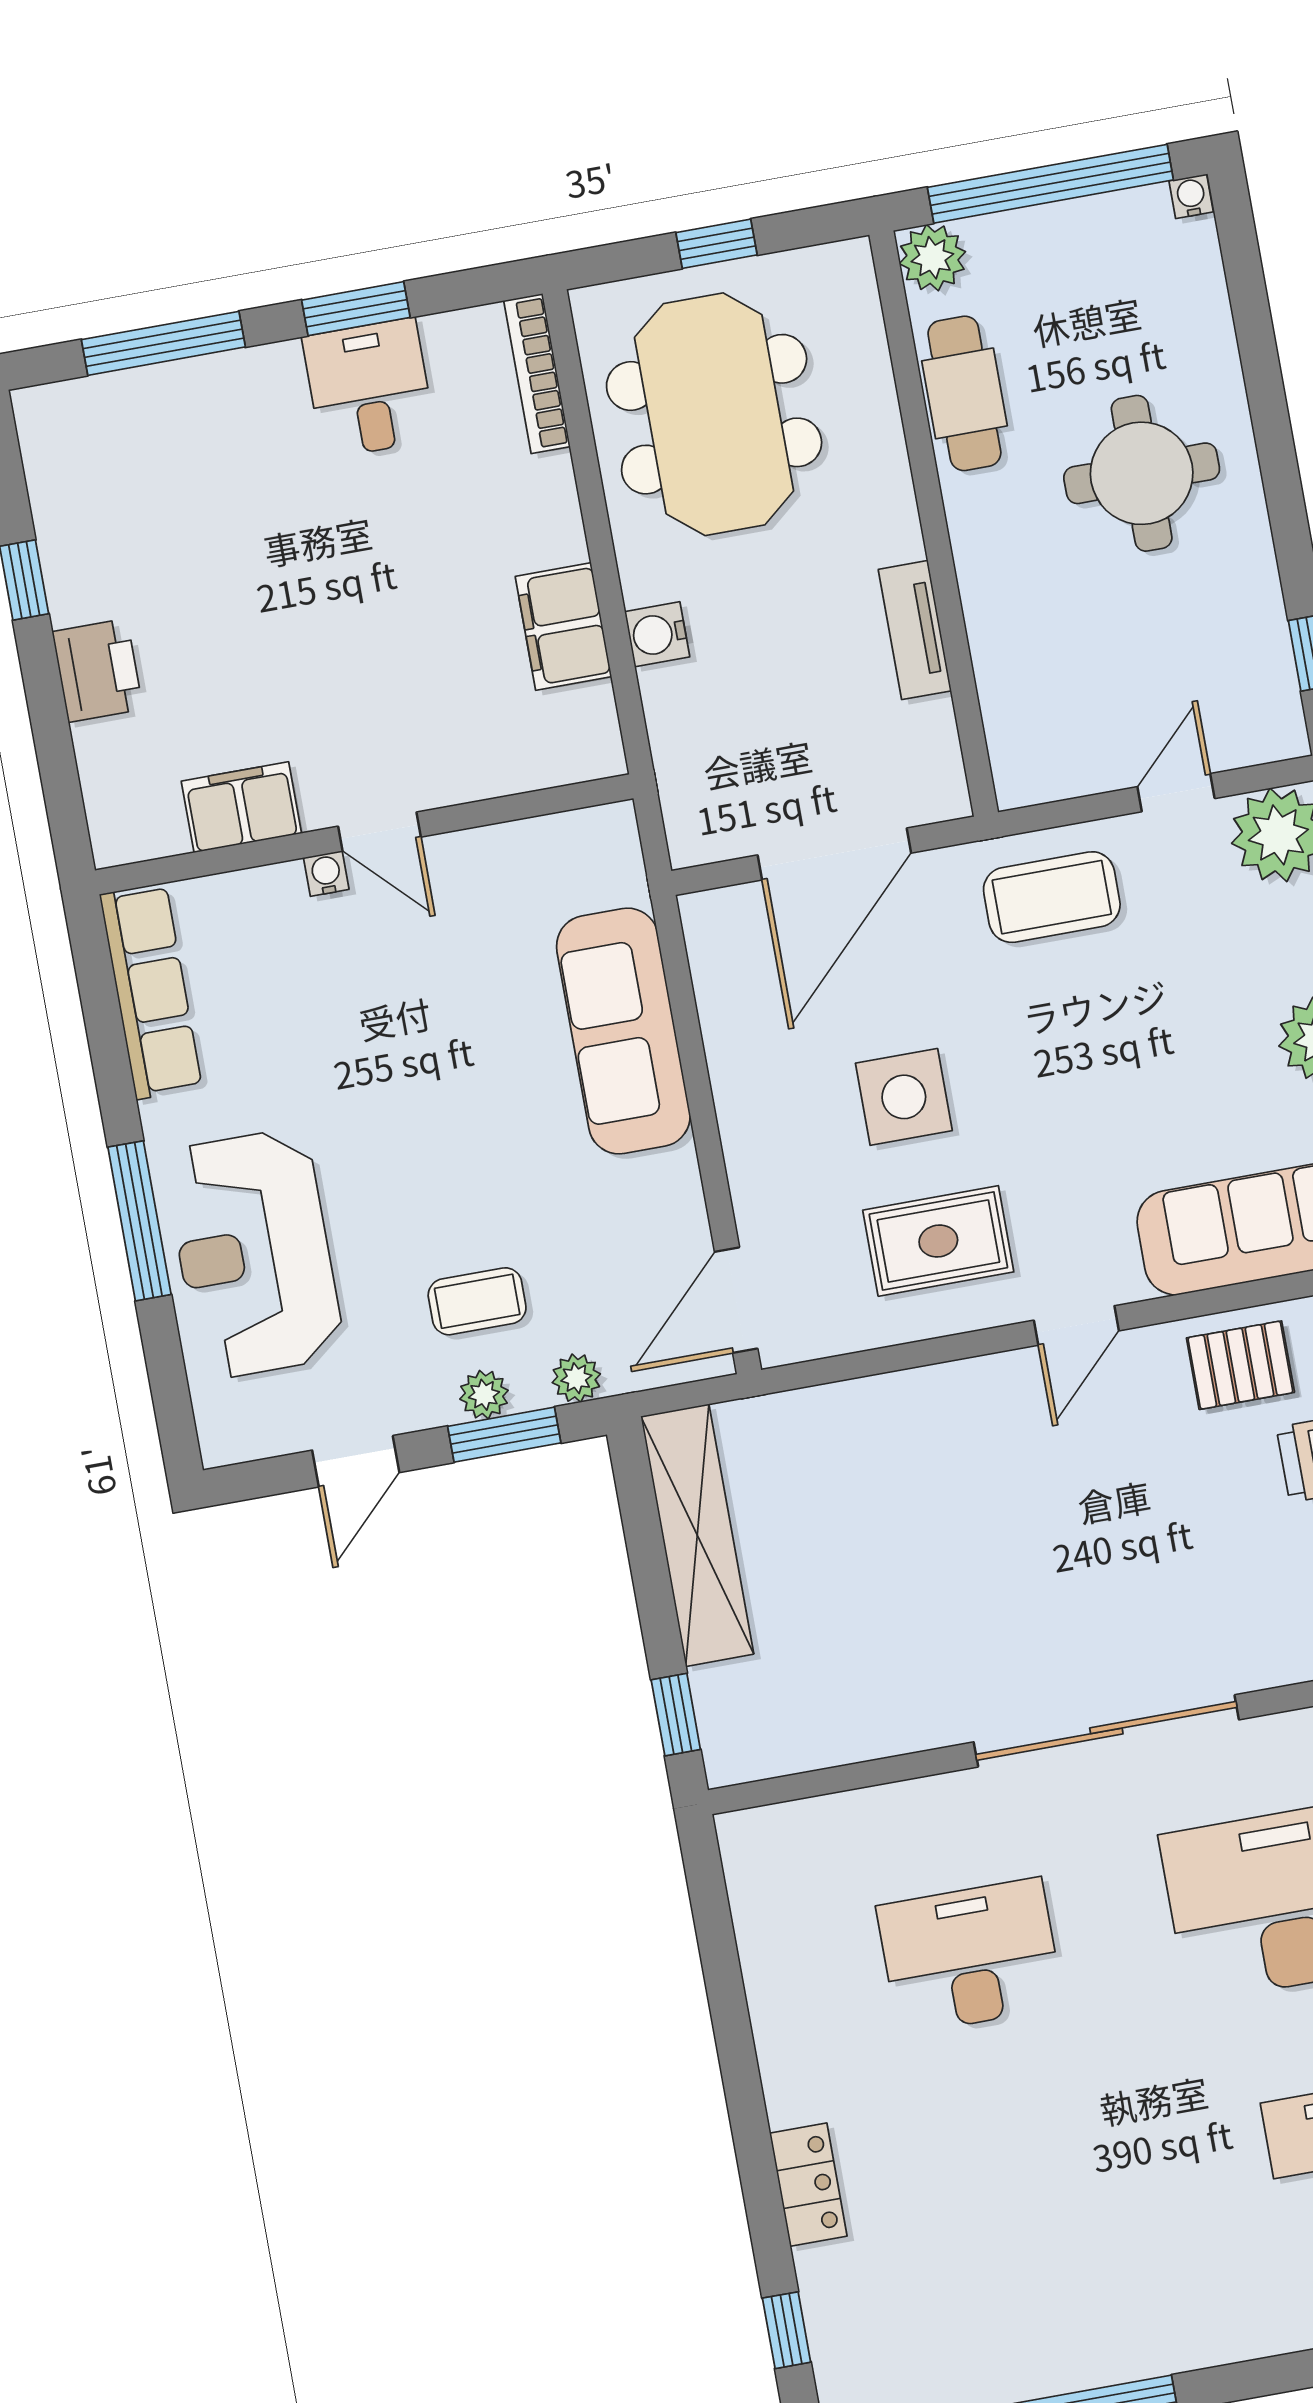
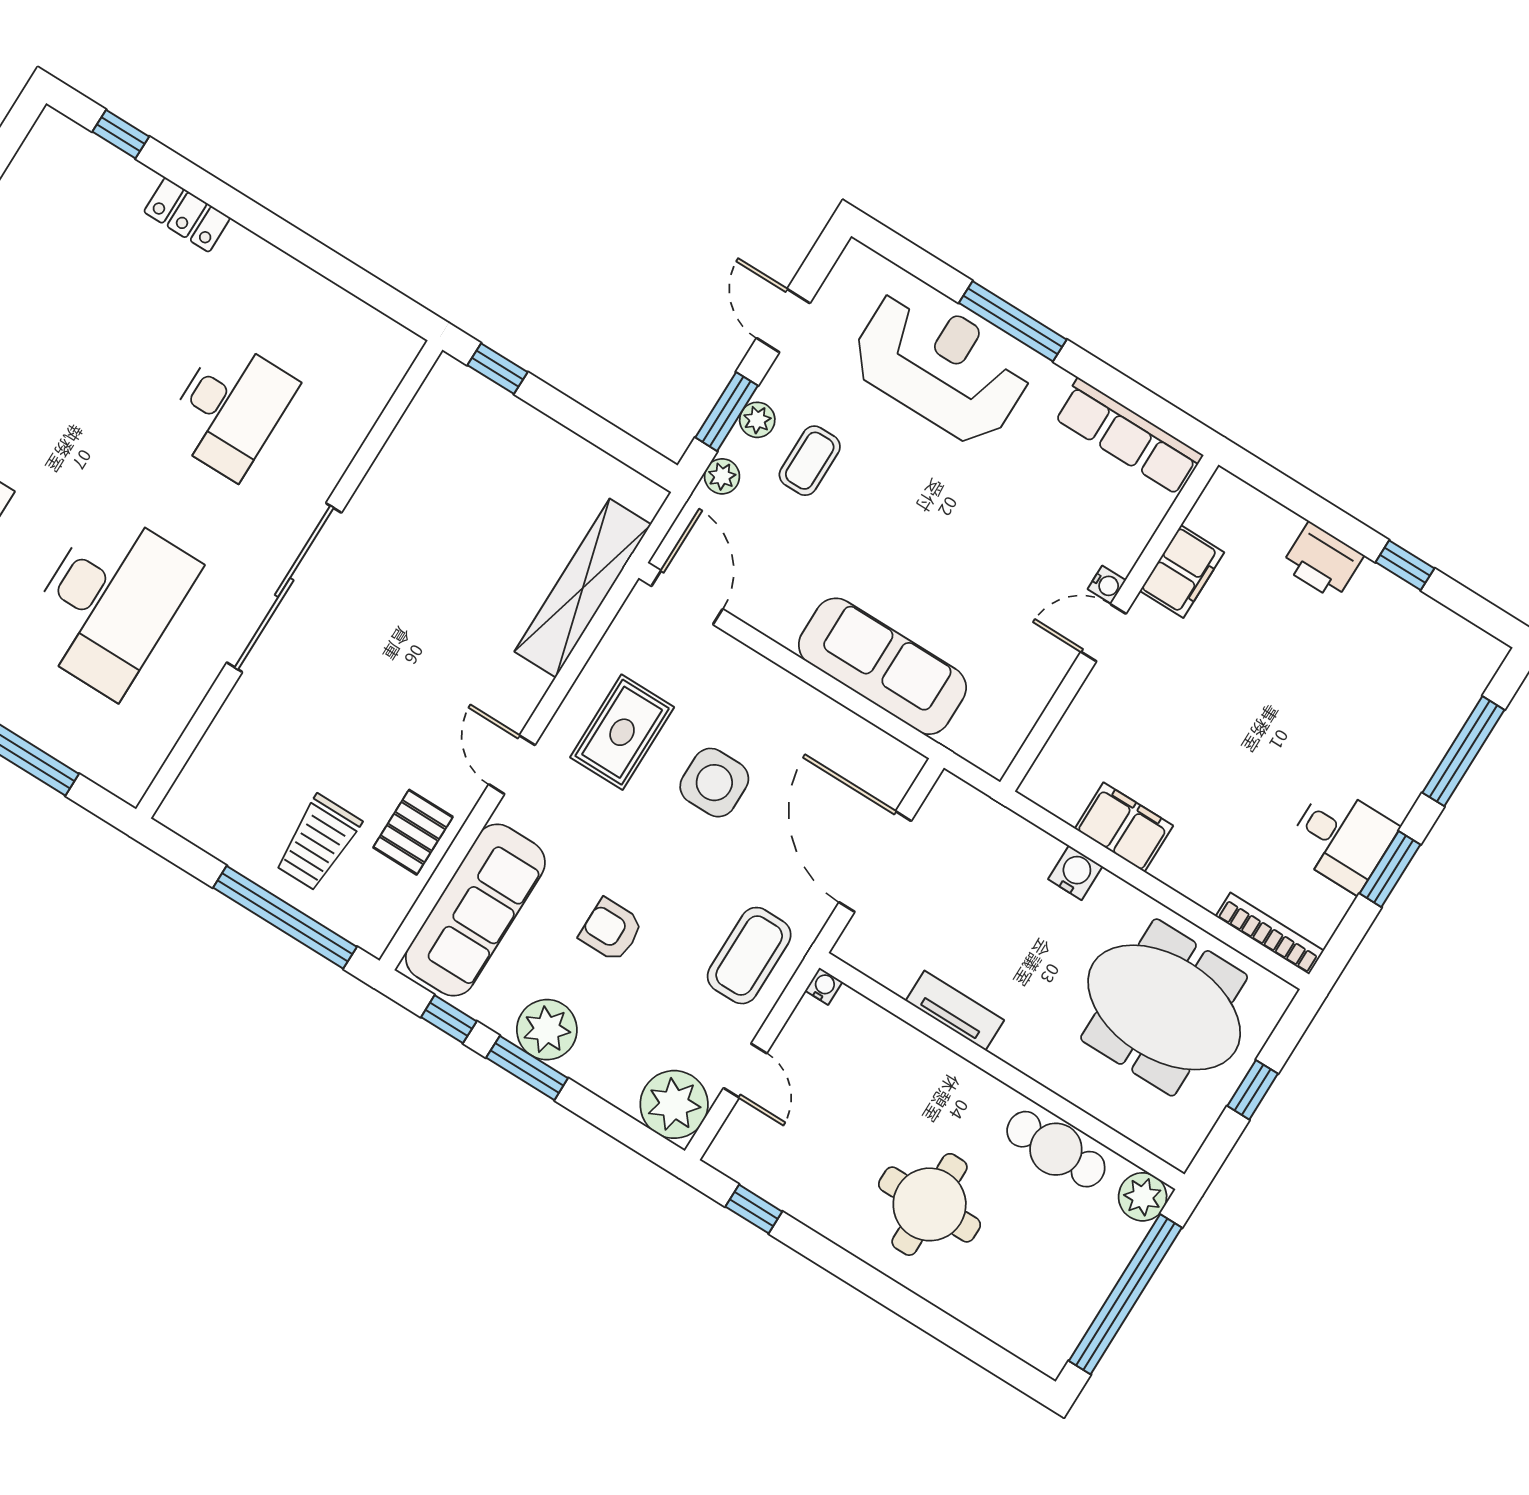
water cooler: (1191, 196) -> (824, 986), moved, turned -90
armchair: (1155, 1066) -> (611, 930), added
shelving: (697, 1535) -> (583, 588), moved, turned 90

